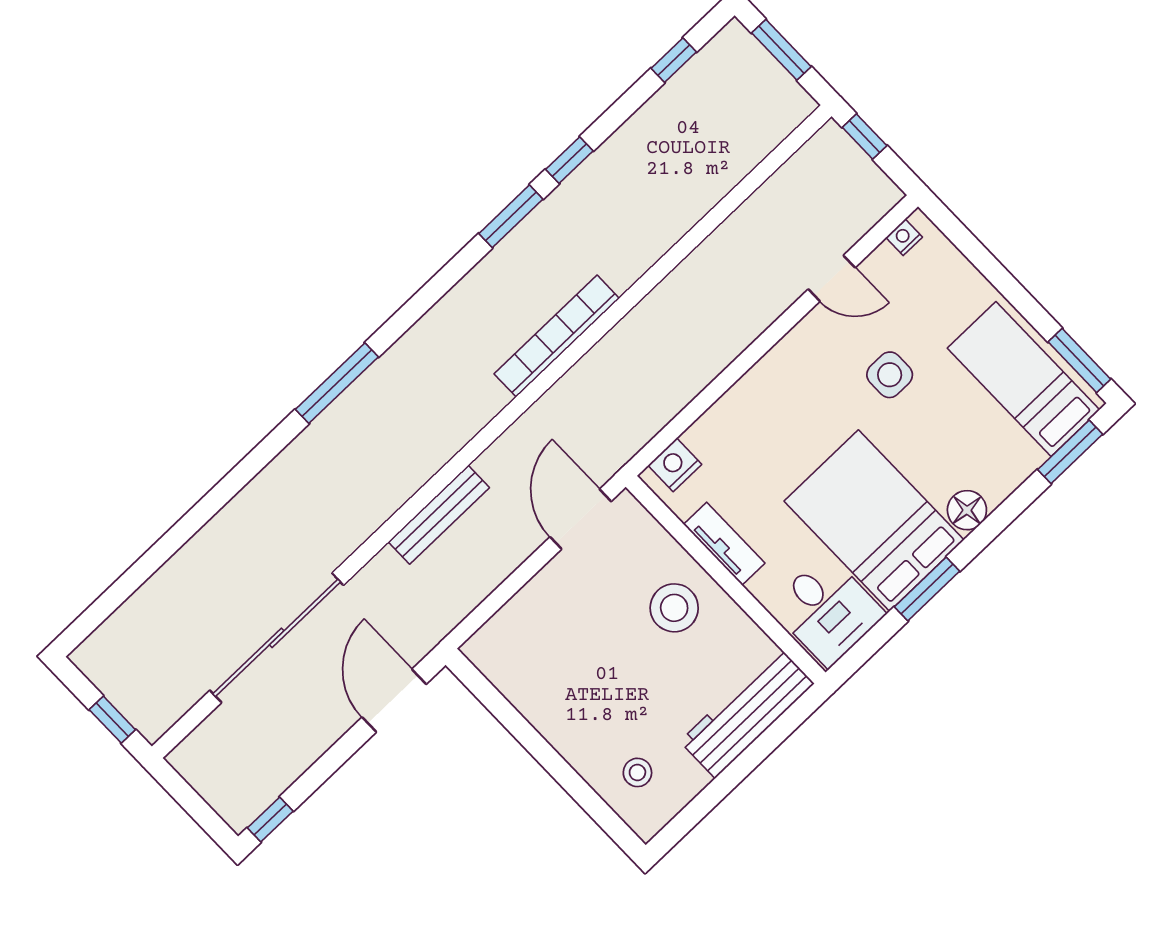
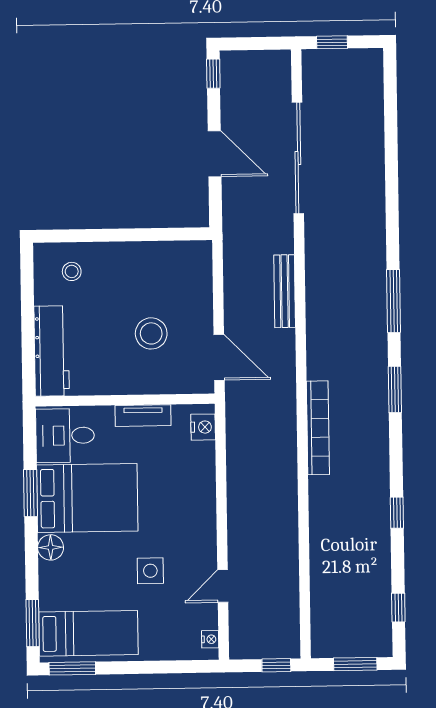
window: (511, 216) -> (395, 389), moved
stool: (674, 608) -> (151, 333), moved
door: (394, 701) -> (215, 154), moved

